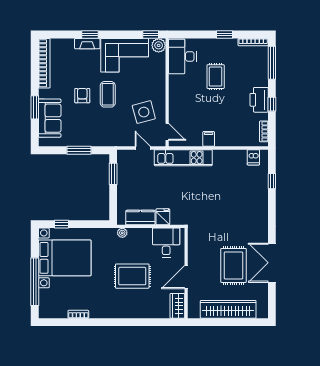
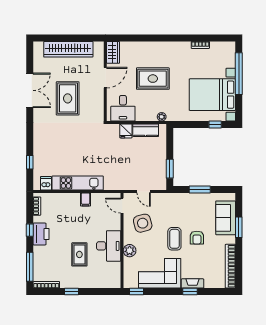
plant: (159, 45) -> (130, 251), moved
desk: (182, 56) -> (109, 246), moved
kitchen unit: (183, 158) -> (78, 183), moved
rug: (233, 265) -> (68, 98), moved

